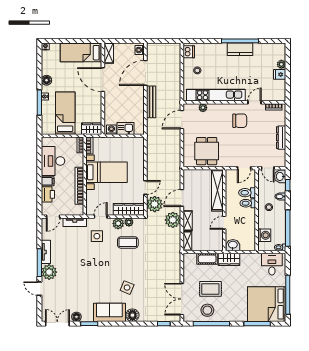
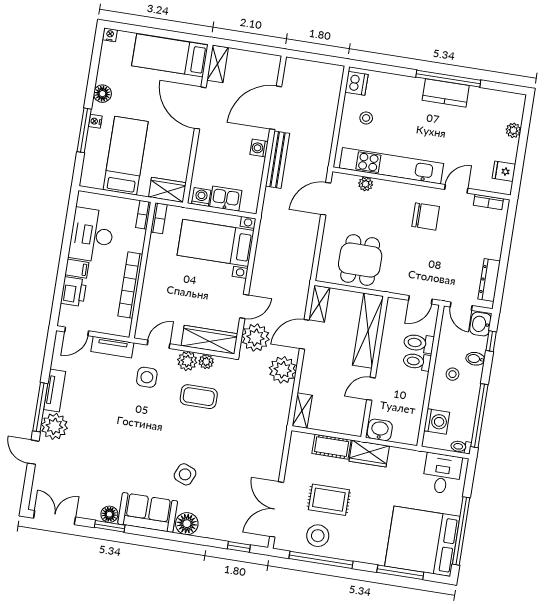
washing machine: (140, 50) -> (259, 148), moved
fridge: (280, 74) -> (504, 171), moved
dresser: (281, 138) -> (489, 280), moved
bed with nightstands: (107, 172) -> (216, 243), moved, turned 180
shelving: (188, 221) -> (319, 304), moved
floor lamp: (76, 317) -> (109, 514), moved

